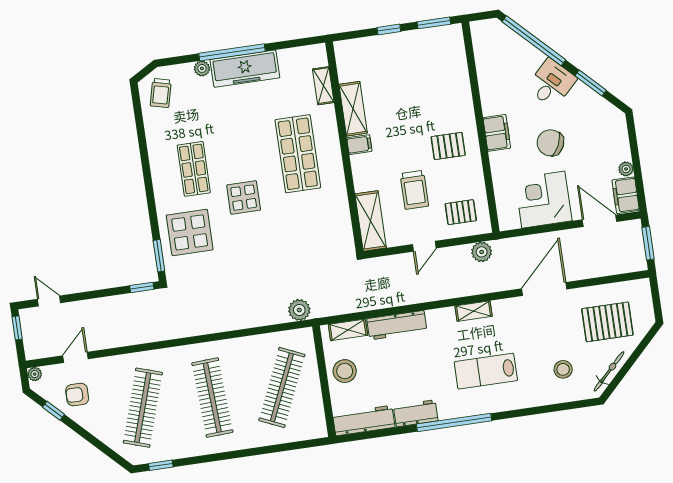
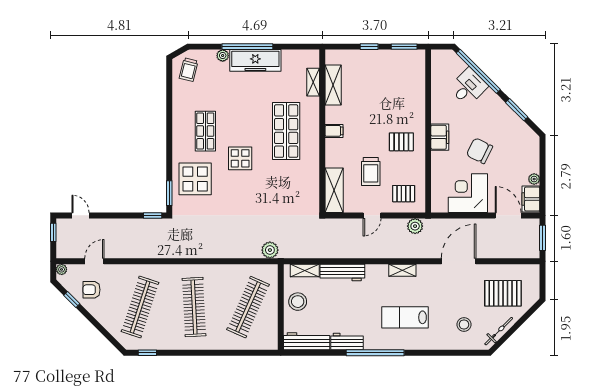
desk: (551, 83) -> (468, 87), moved
shelving: (353, 109) -> (333, 85), moved

